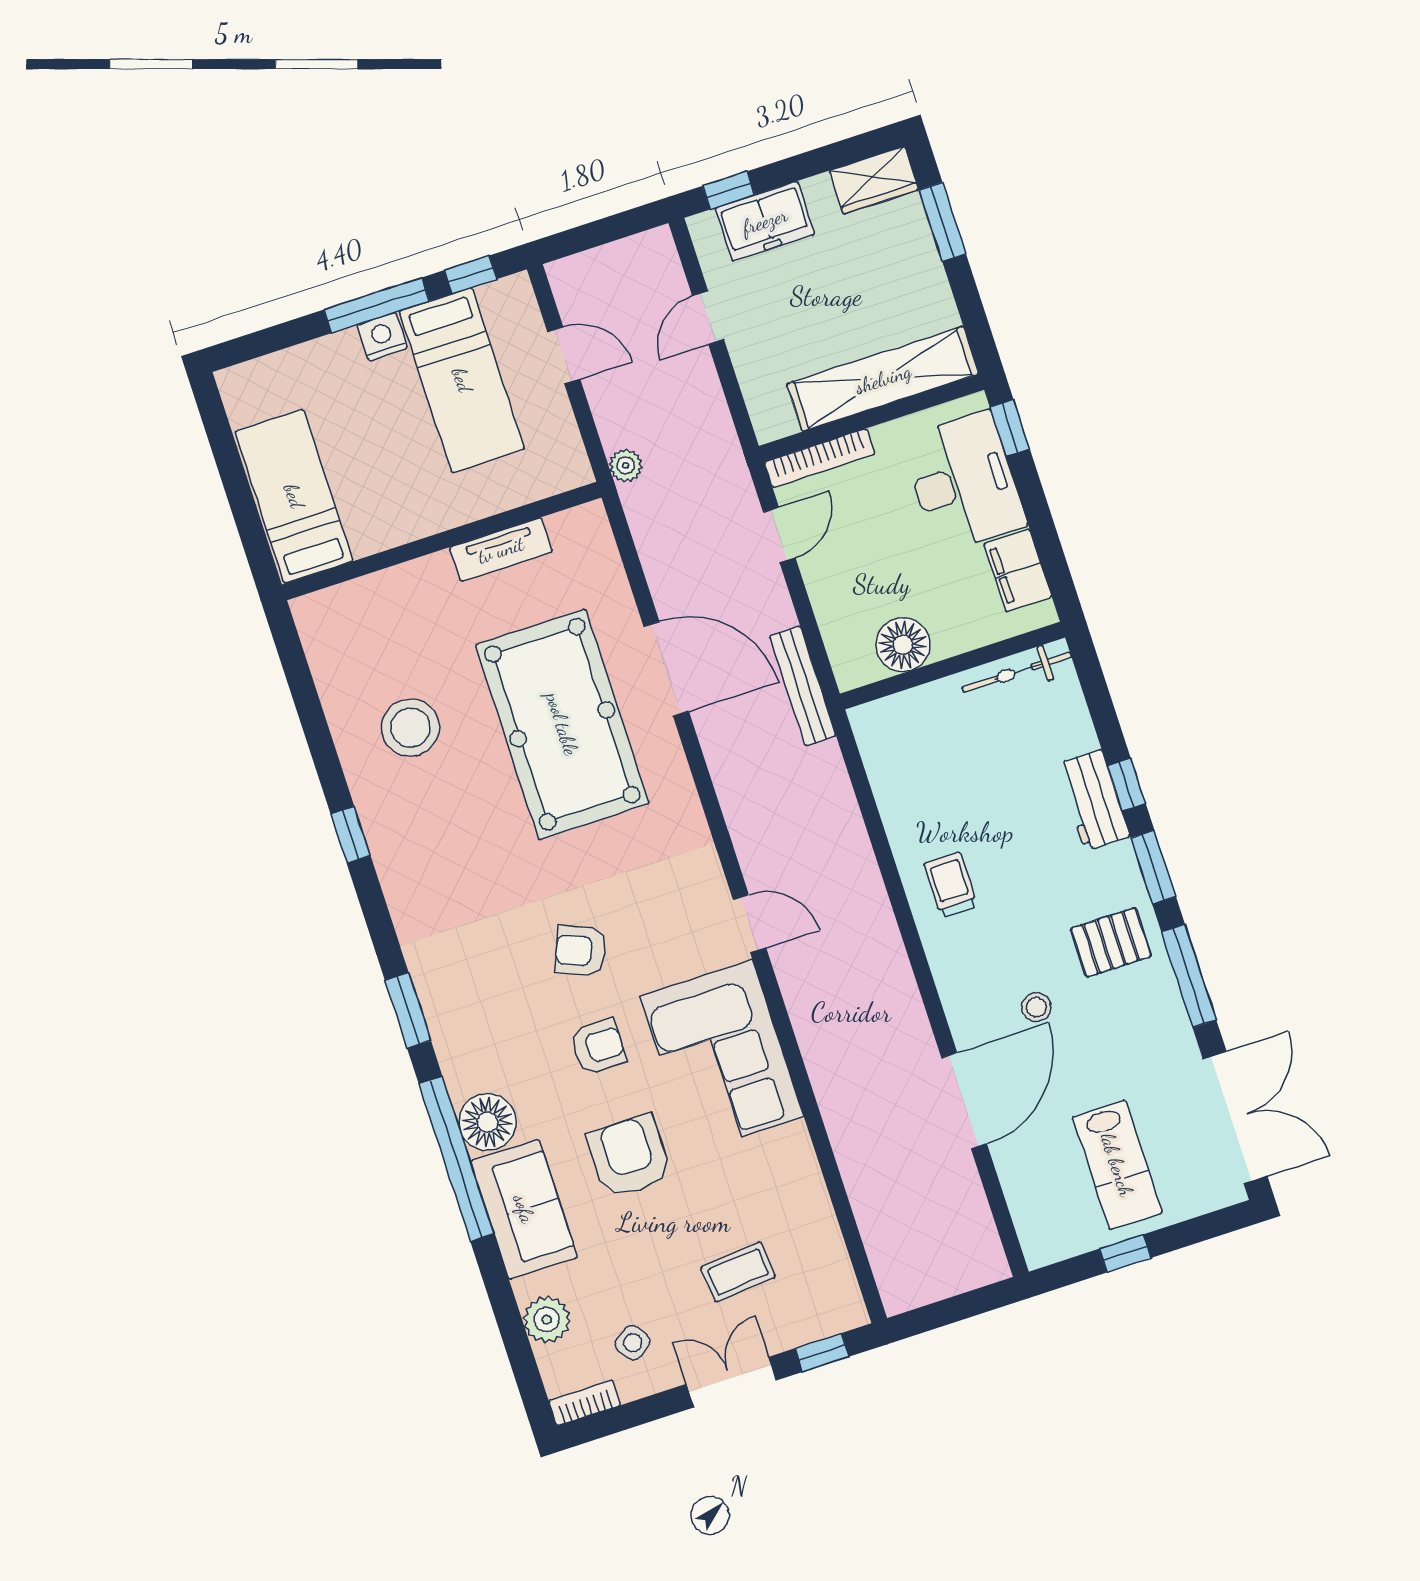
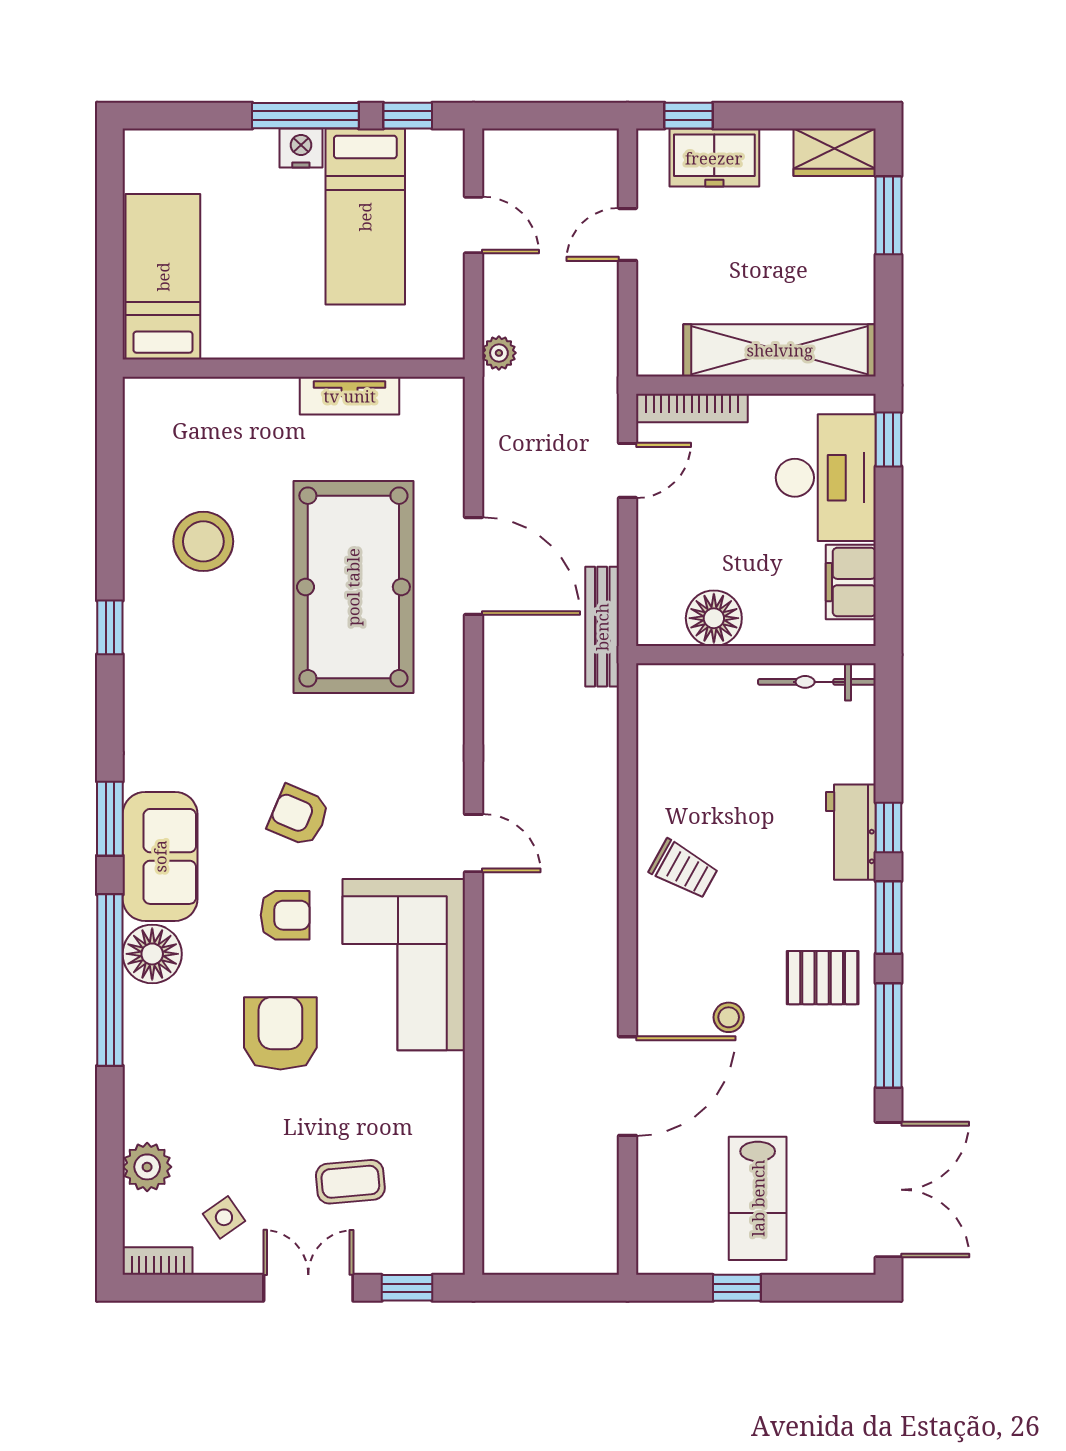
trolley: (951, 885) -> (684, 869), turned 119
sofa: (524, 1209) -> (160, 856), moved

